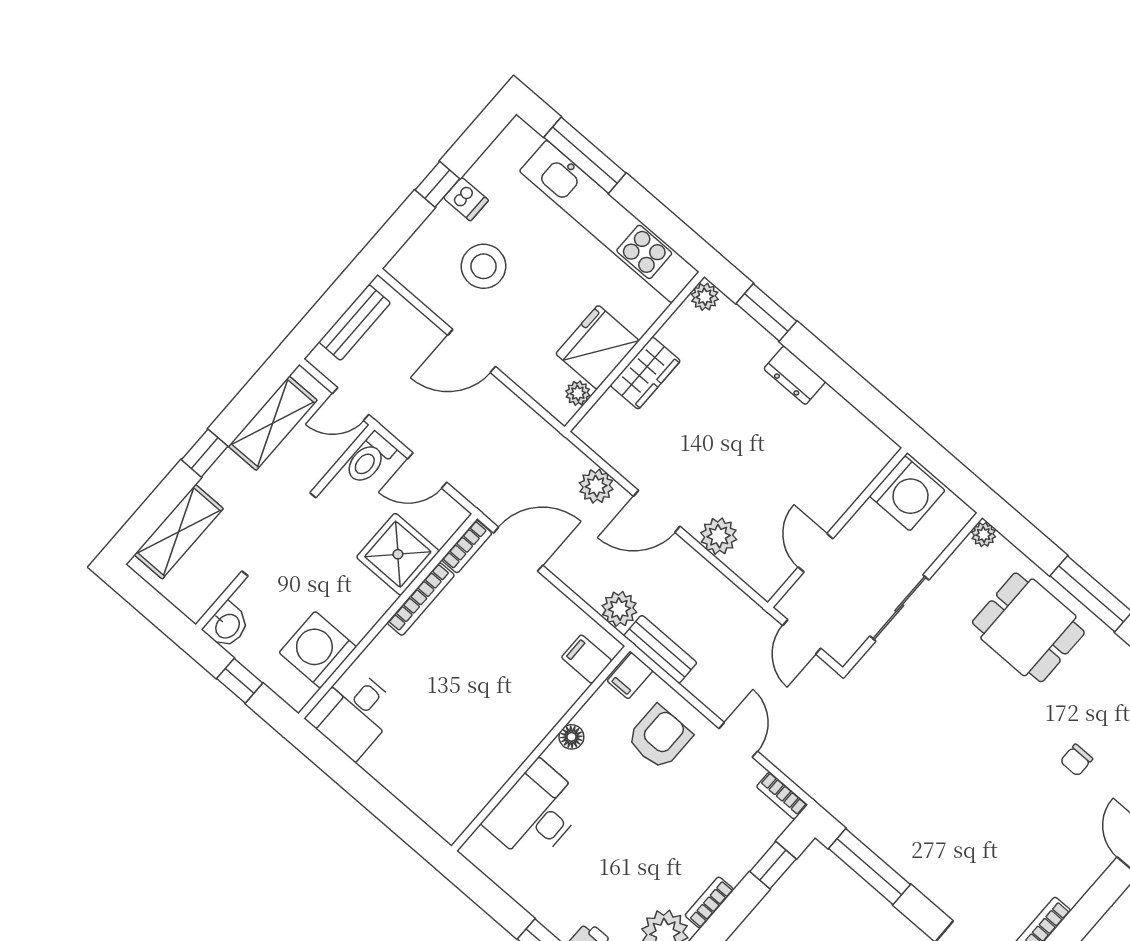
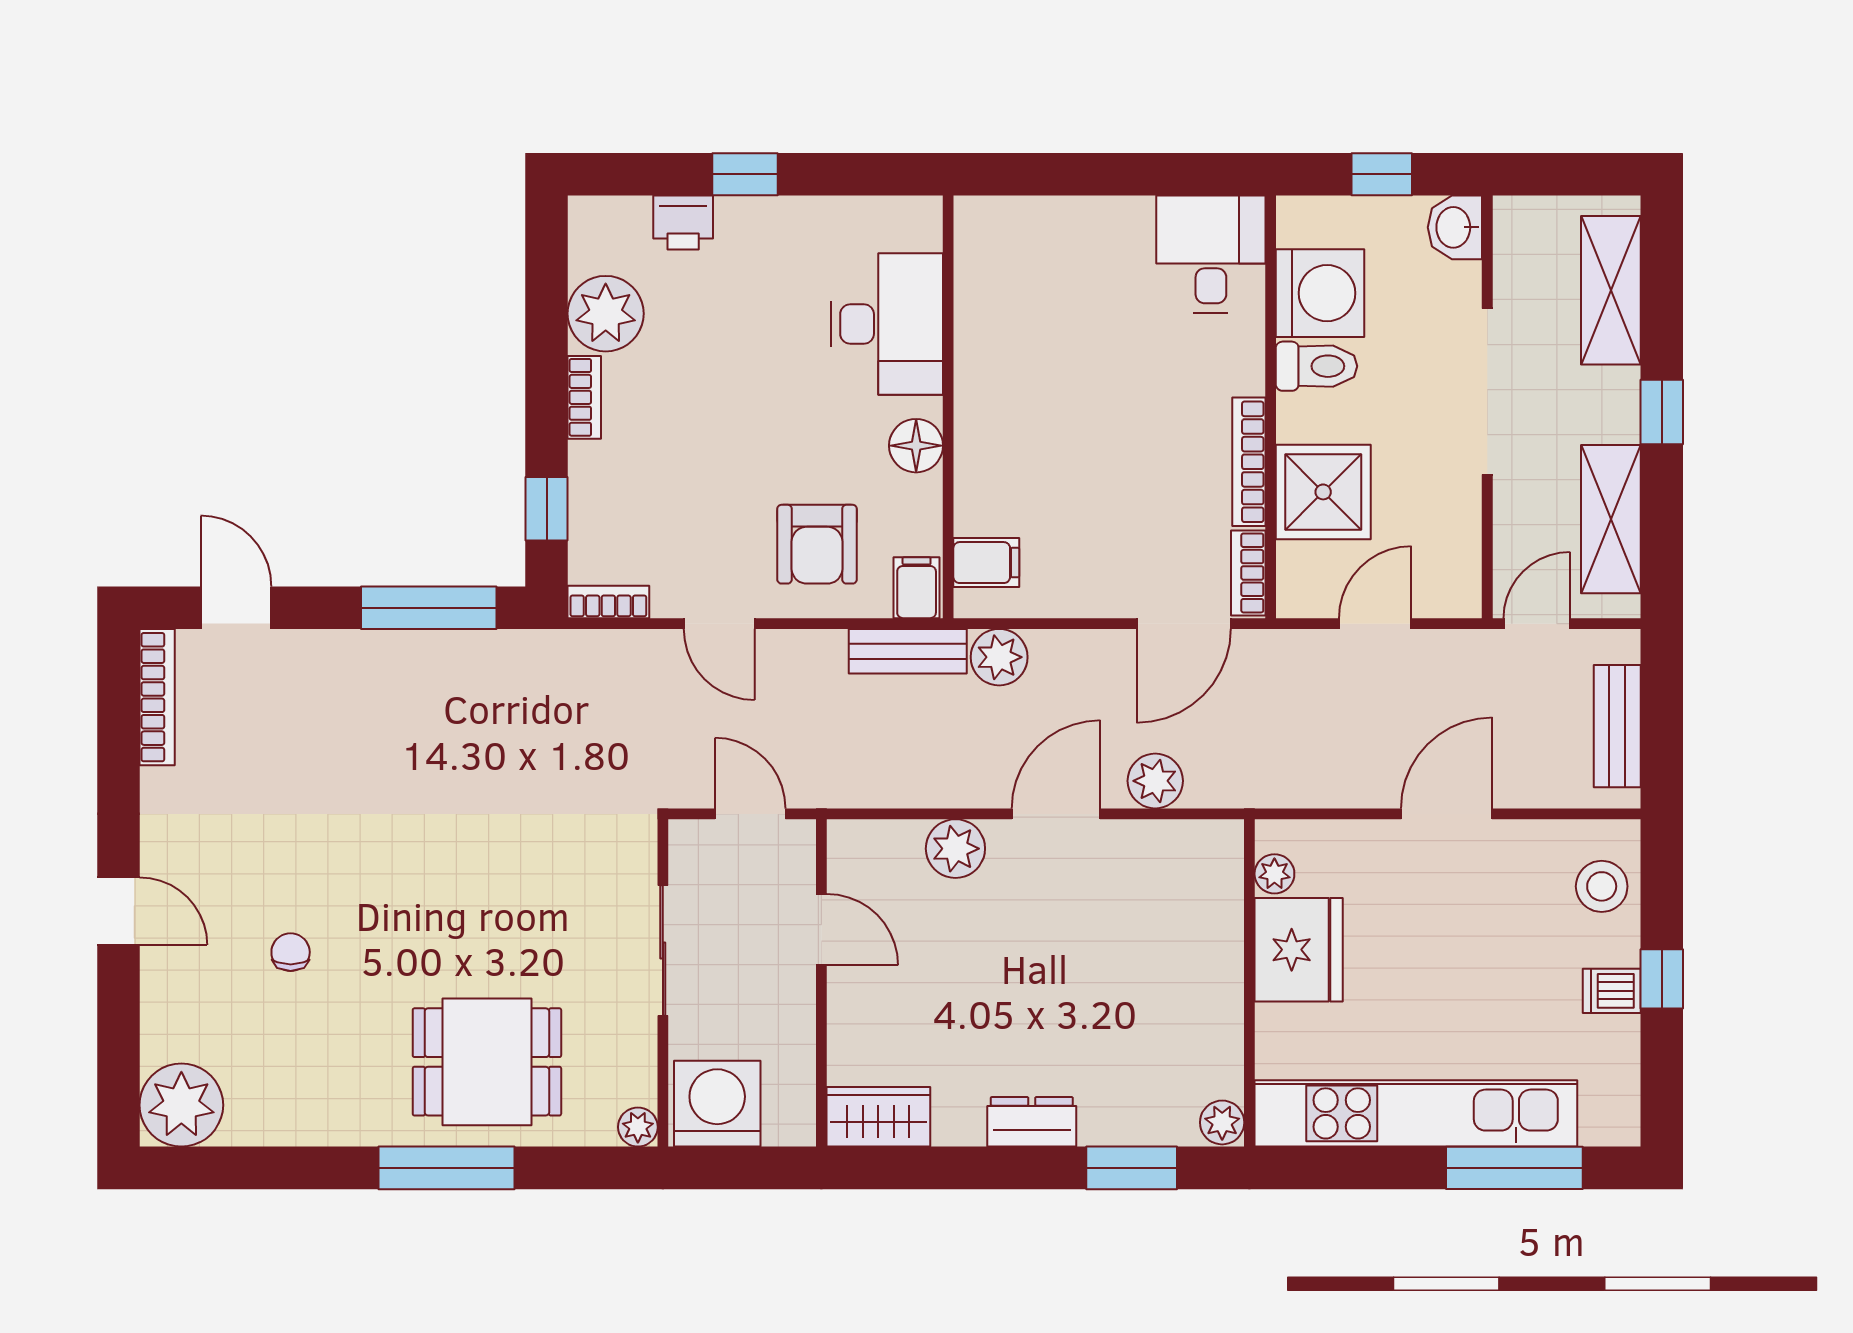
stool: (484, 266) -> (1602, 886), moved, width x0.73, depth x0.73
wardrobe: (645, 373) -> (878, 1117), moved, turned 90
toilet: (369, 459) -> (1316, 366), moved, turned 90
washing machine: (907, 493) -> (717, 1104), moved, turned 90
floor lamp: (571, 737) -> (916, 446), width x1.37, depth x1.37

